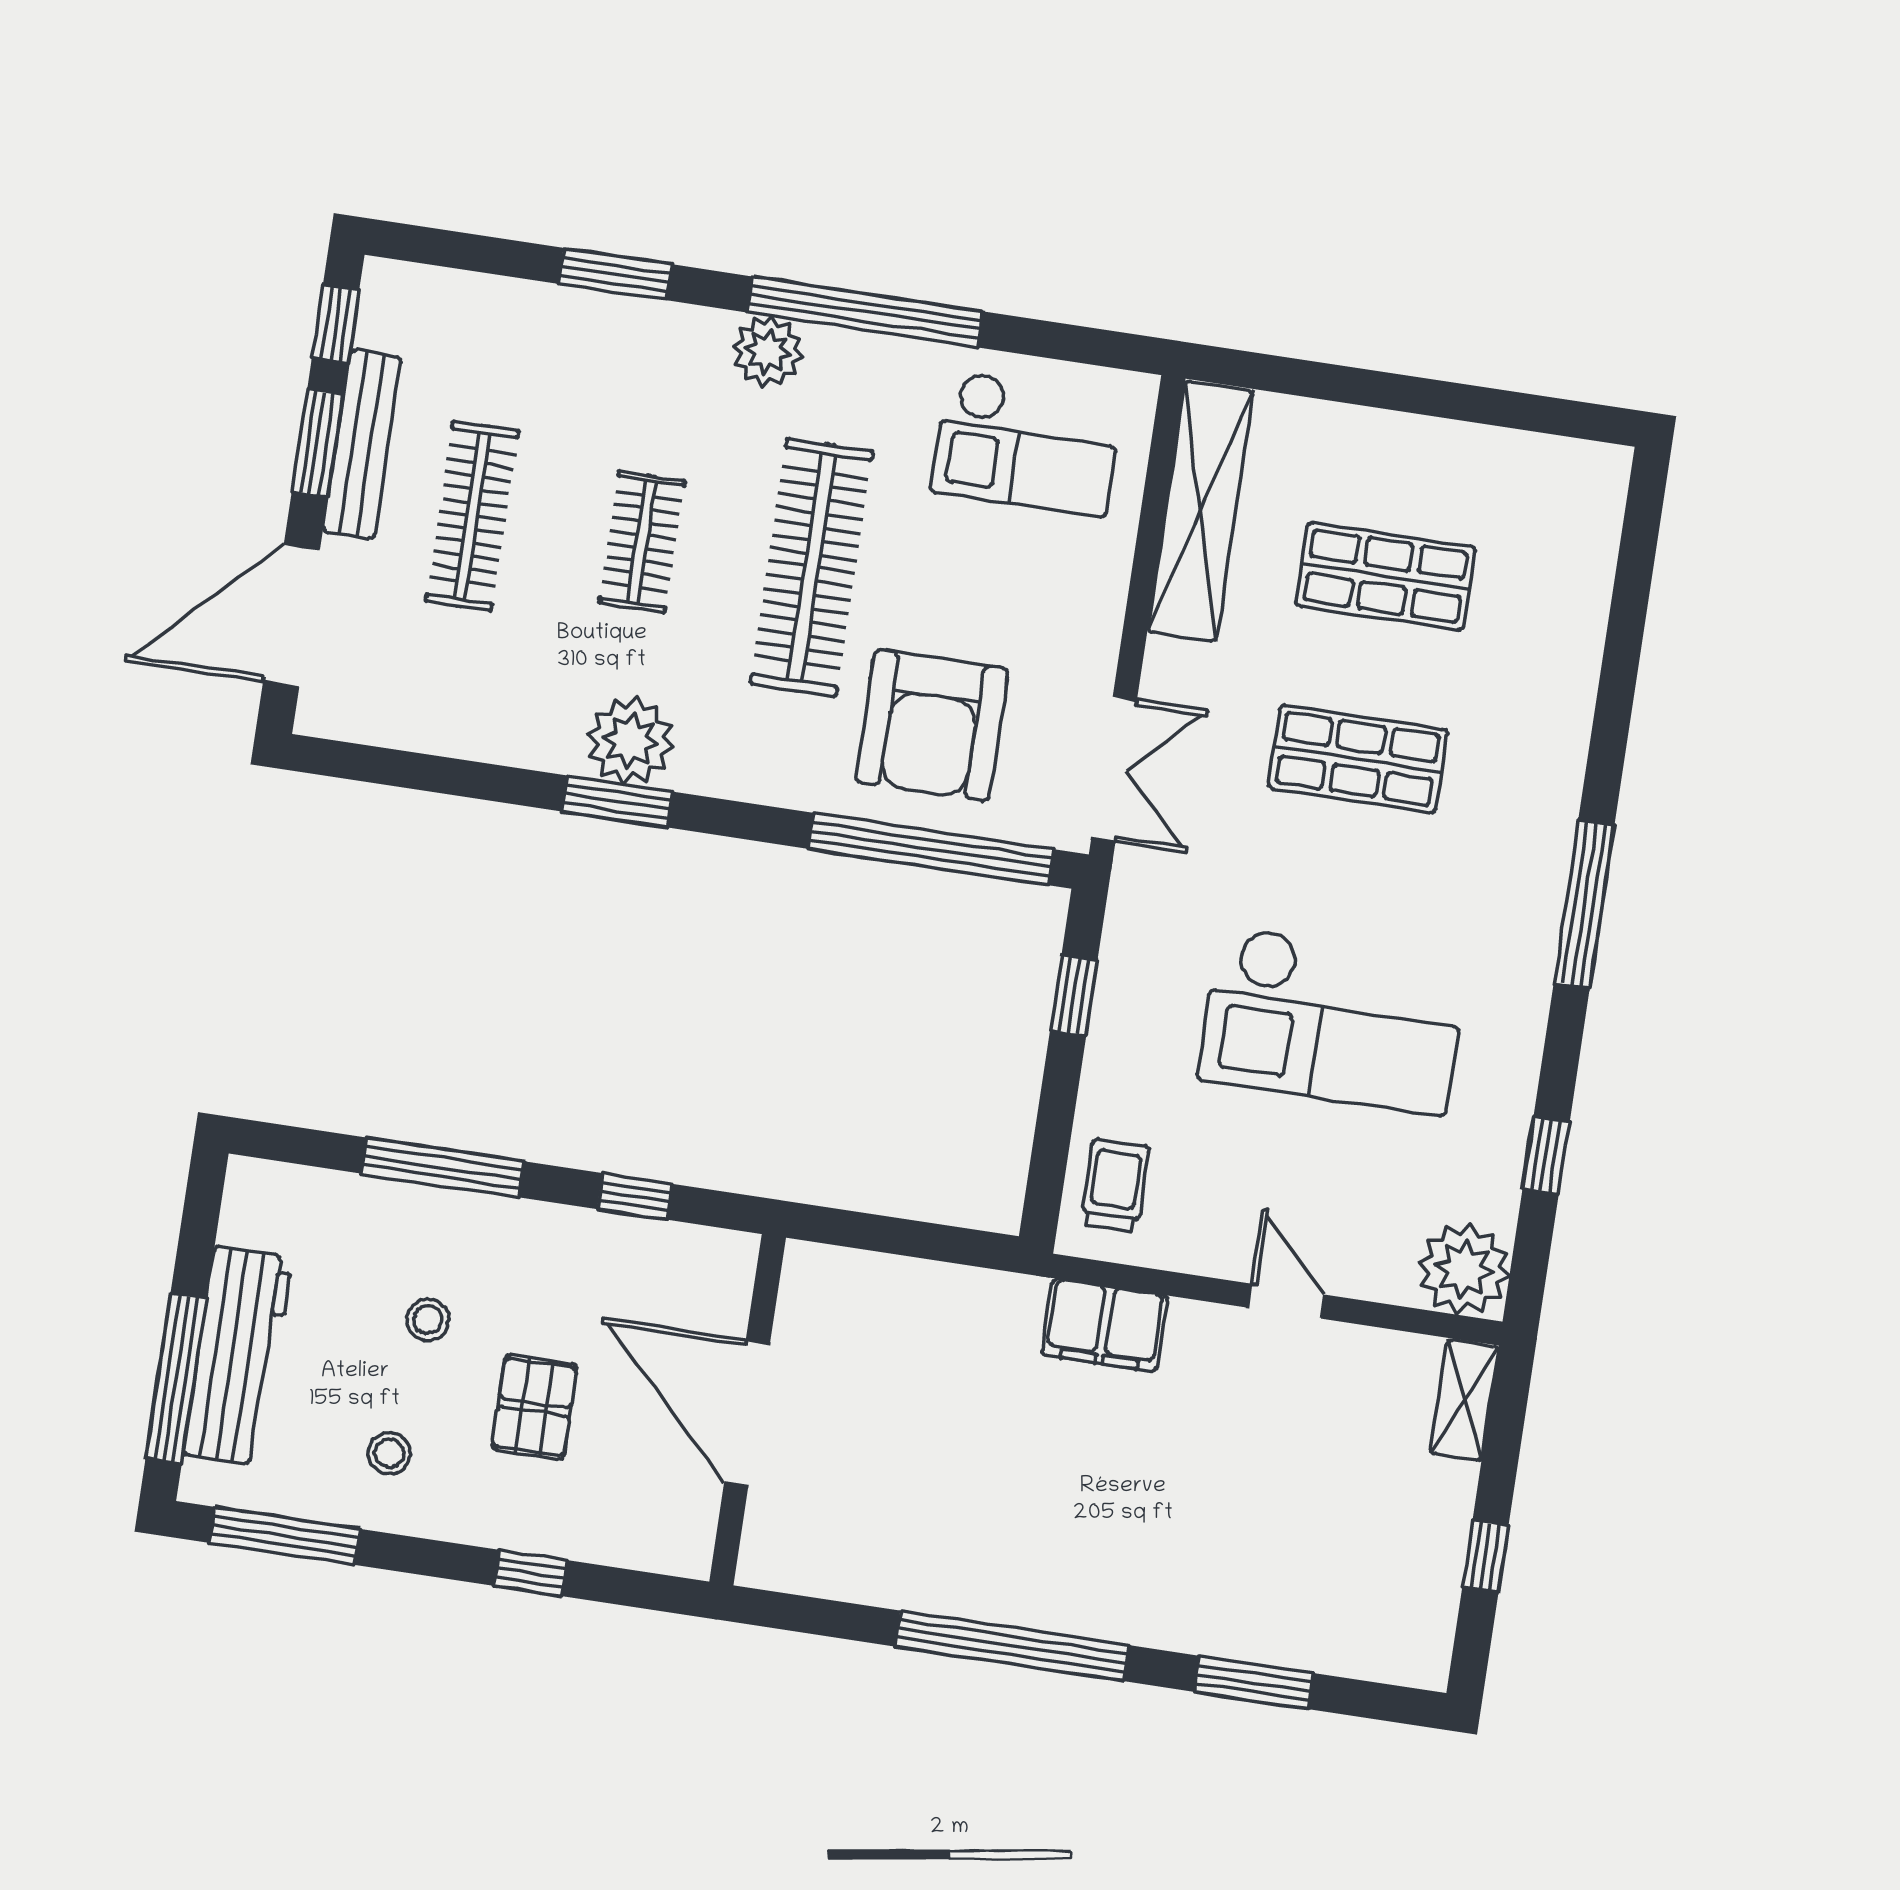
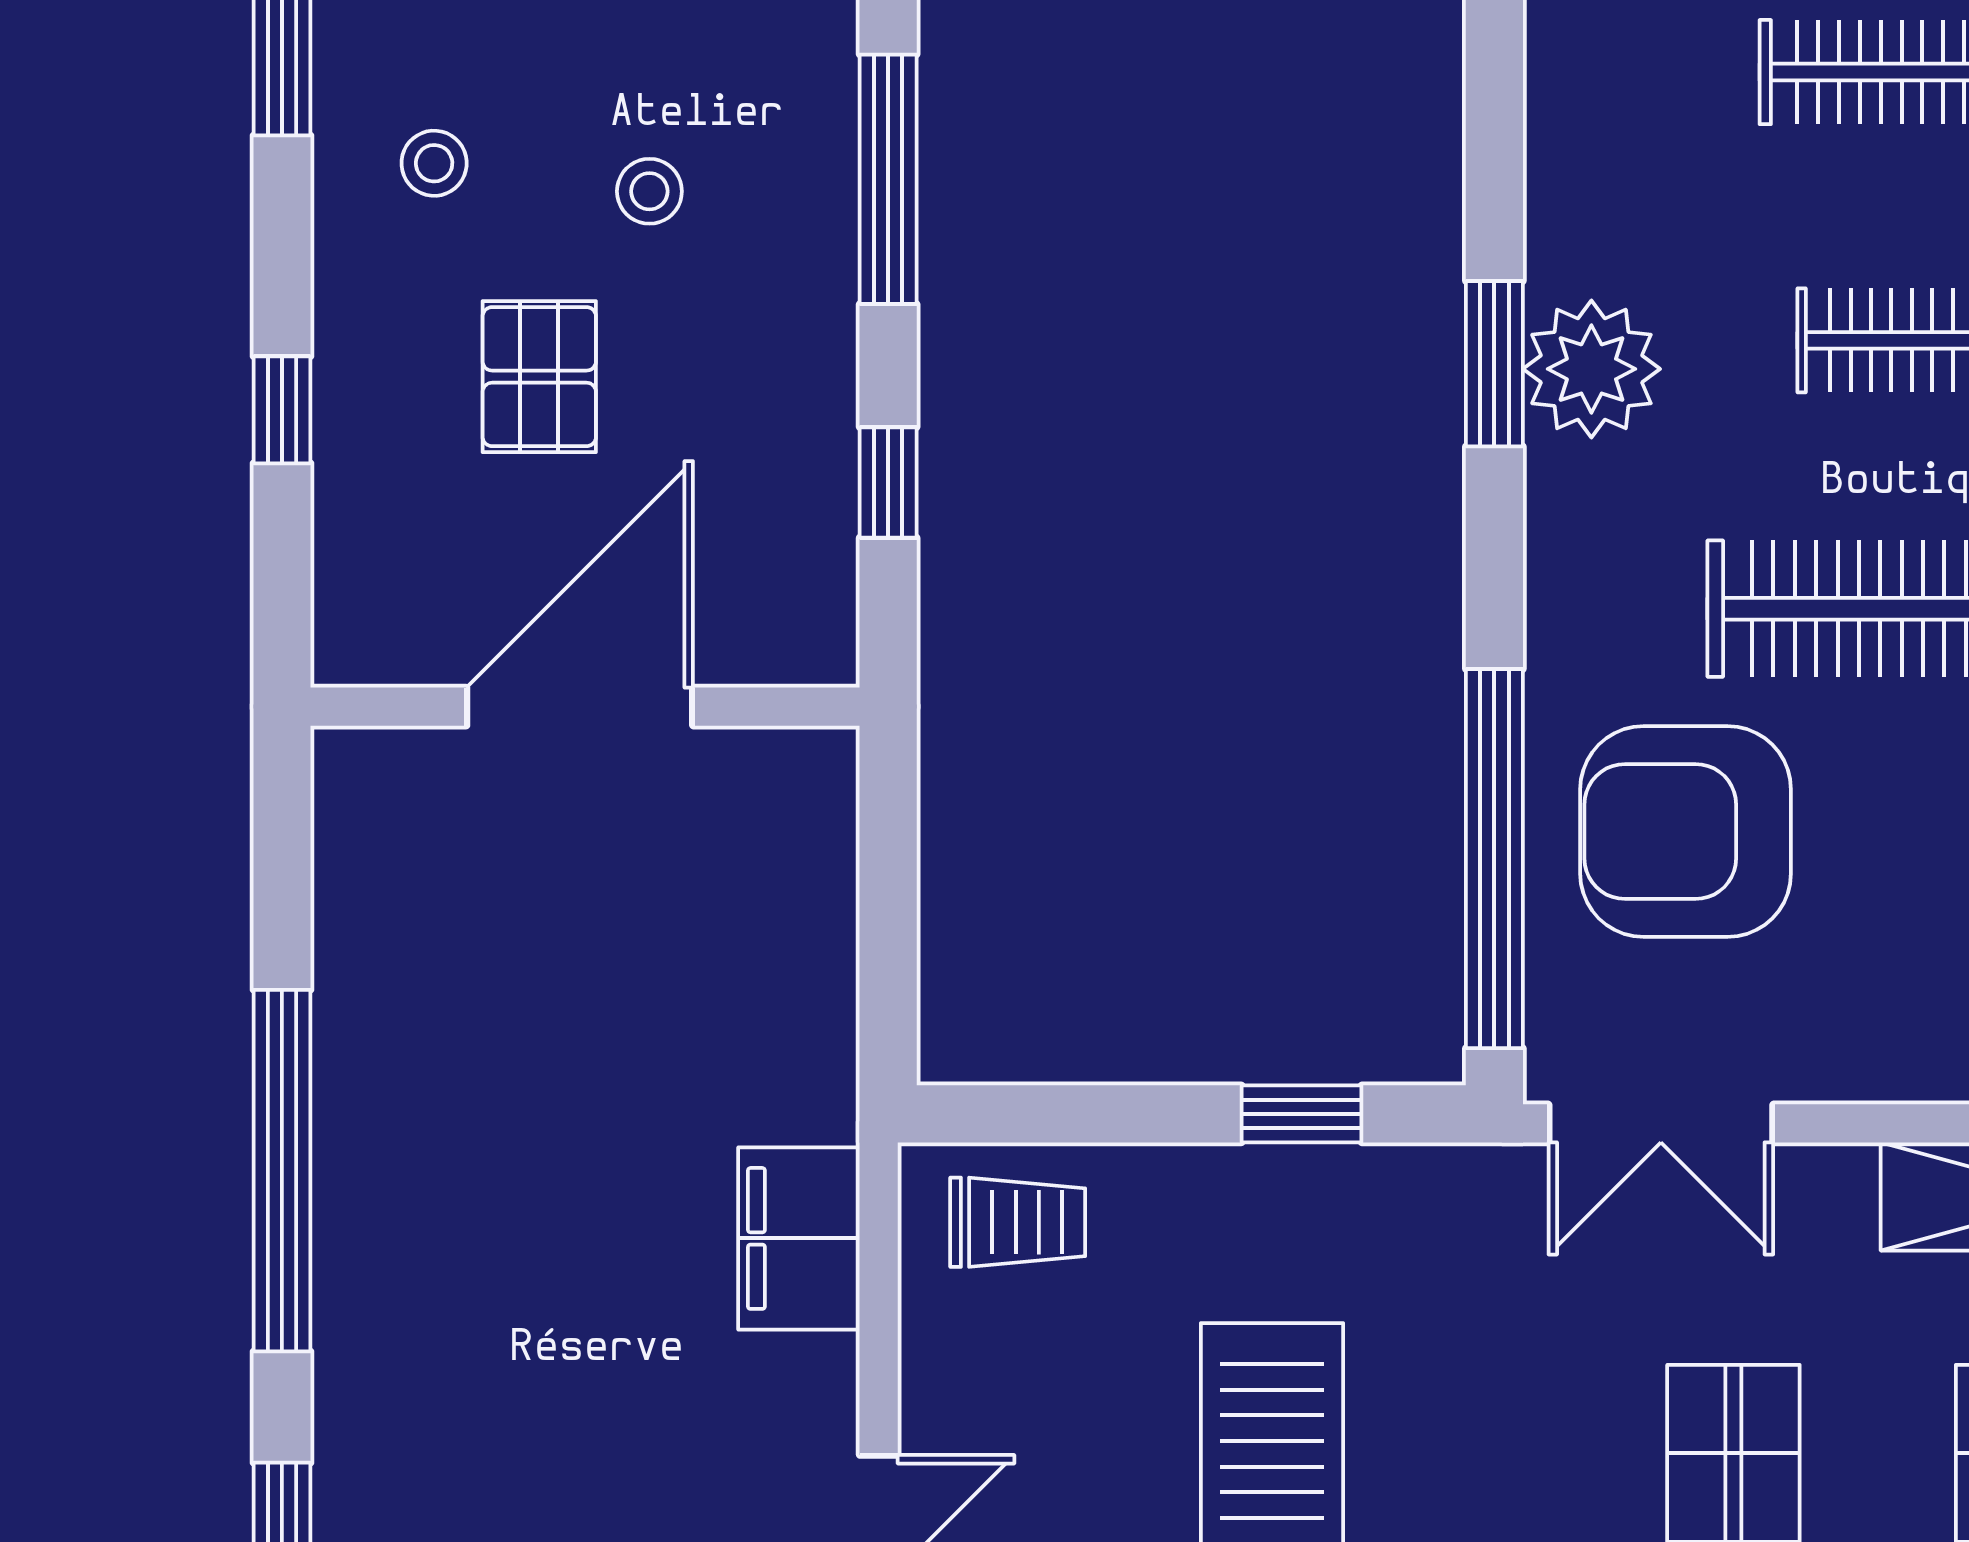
pallet: (534, 1407) -> (539, 377), turned 90

